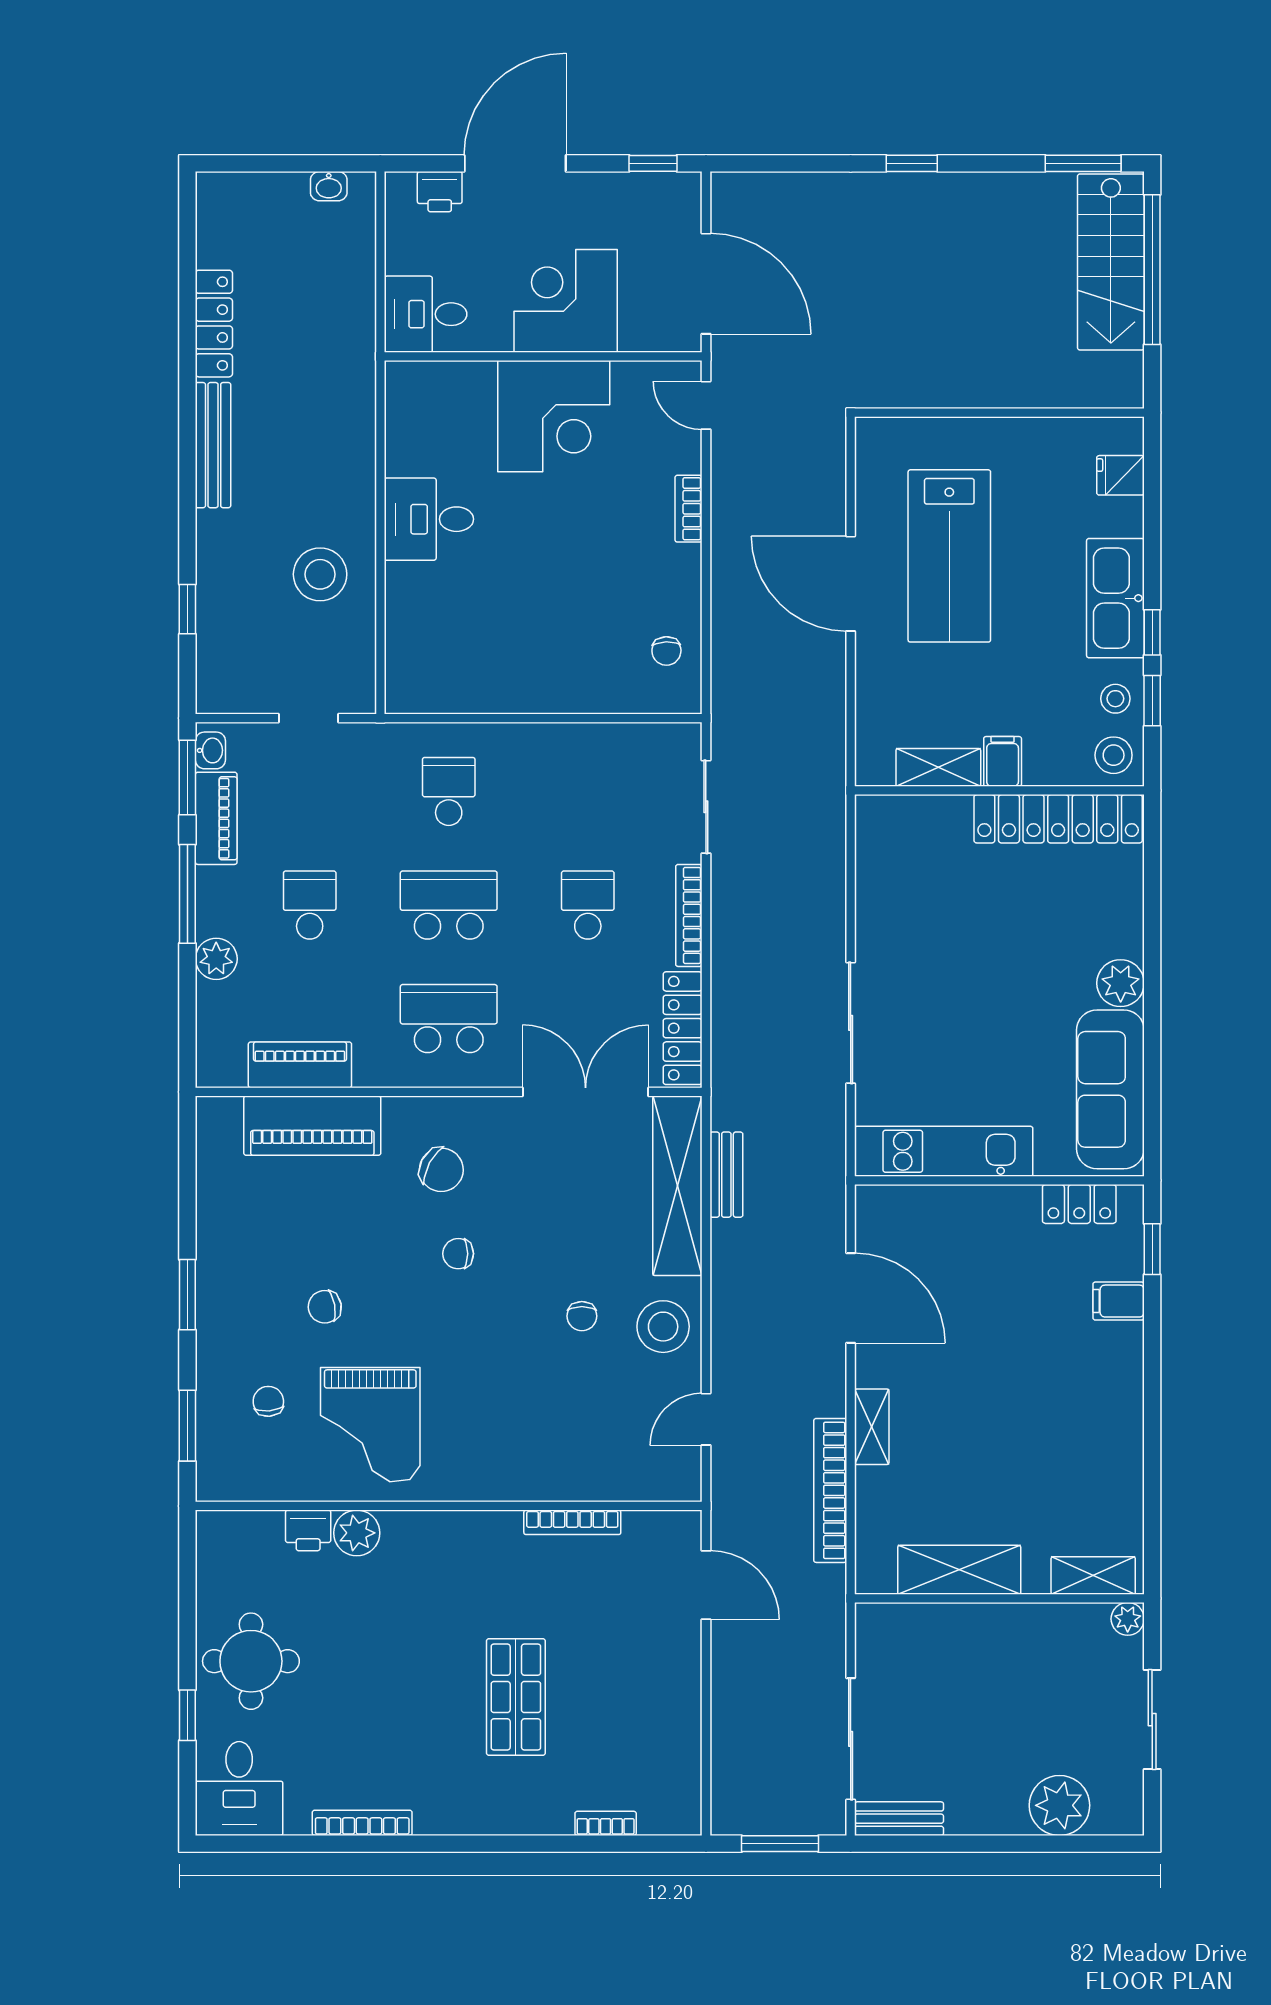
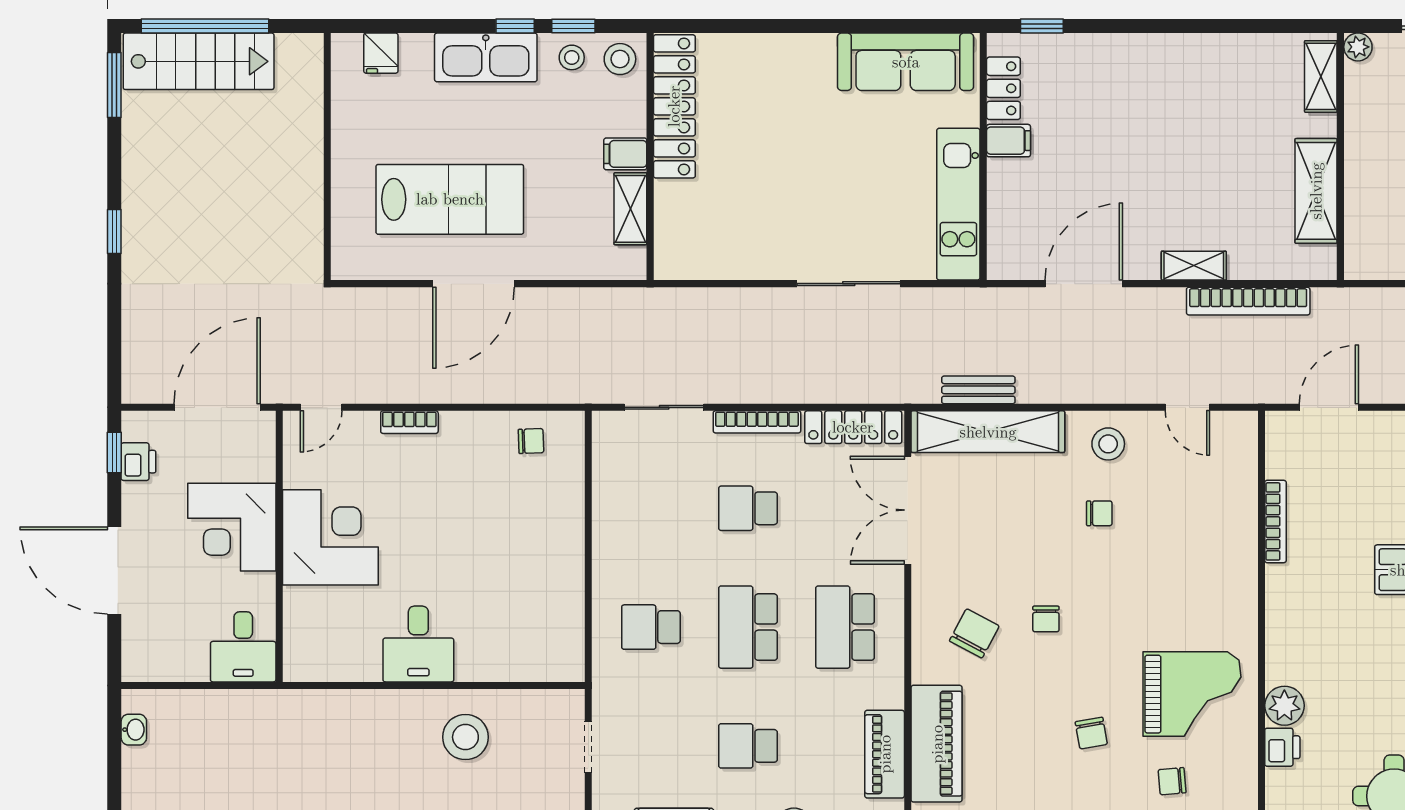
printer: (440, 192) -> (138, 462), moved
plant: (1121, 983) -> (815, 53), removed
filing cabinet: (1119, 1301) -> (1009, 141), moved, turned -90
stool: (663, 1327) -> (1108, 444), width x0.73, depth x0.73

